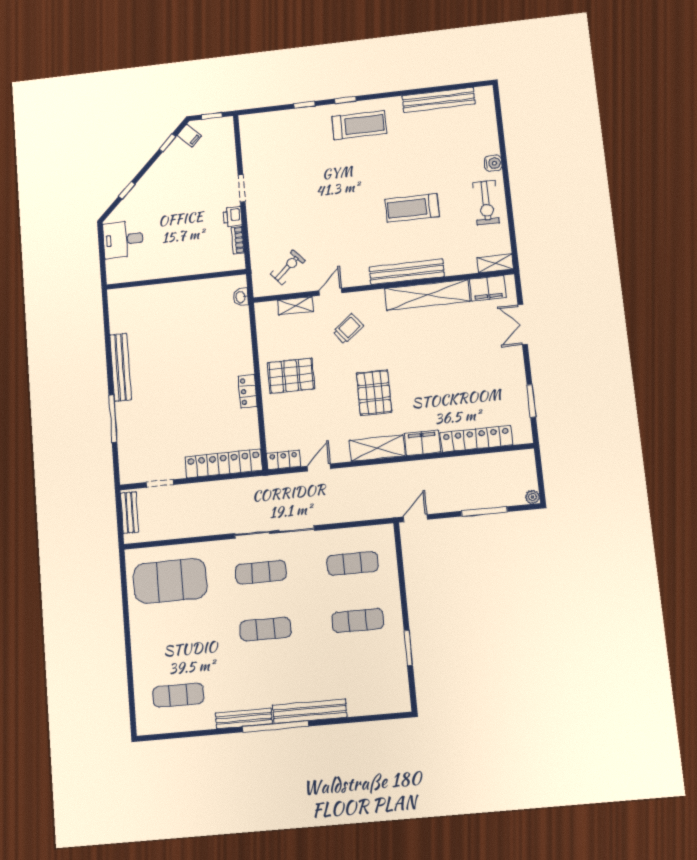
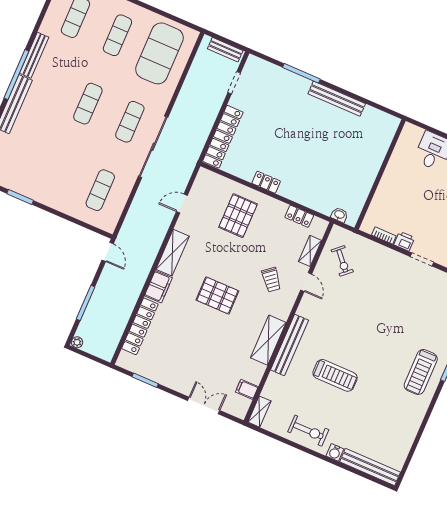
bench: (438, 100) -> (370, 467), moved, turned 90
exercise bike: (486, 203) -> (308, 431), turned 180
treadmill: (412, 208) -> (335, 375), turned 90
filing cabinet: (488, 288) -> (247, 389), width x0.50
shelving: (427, 295) -> (268, 340), width x0.68
pallet: (291, 376) -> (238, 216), moved
pallet: (374, 393) -> (217, 295), moved
locker: (284, 460) -> (299, 216), moved, turned 90
door: (319, 467) -> (182, 204), swing flipped
exercise mat: (358, 621) -> (117, 35), moved

